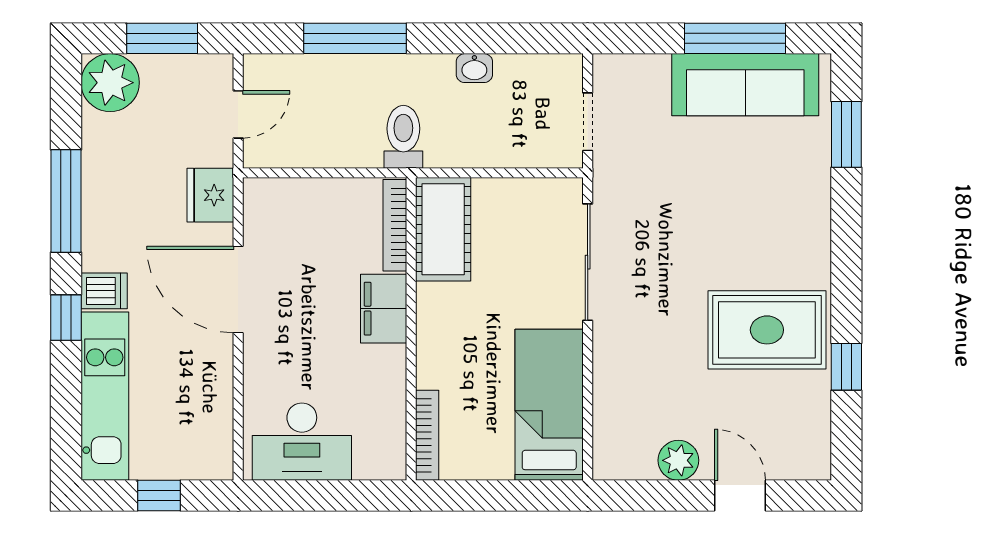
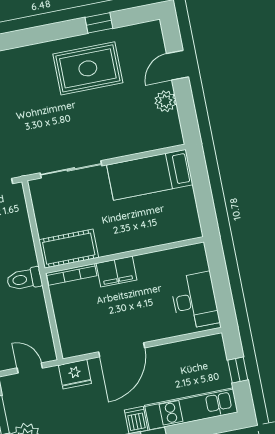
rug: (767, 330) -> (88, 68), turned 90
bookcase: (427, 435) -> (178, 236), removed

